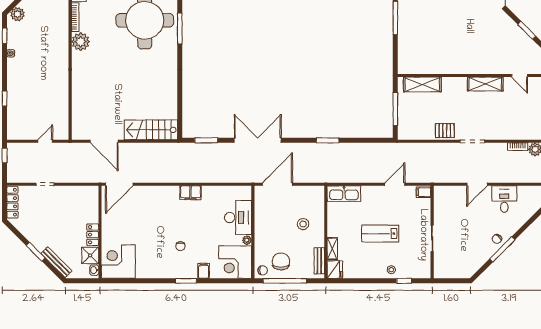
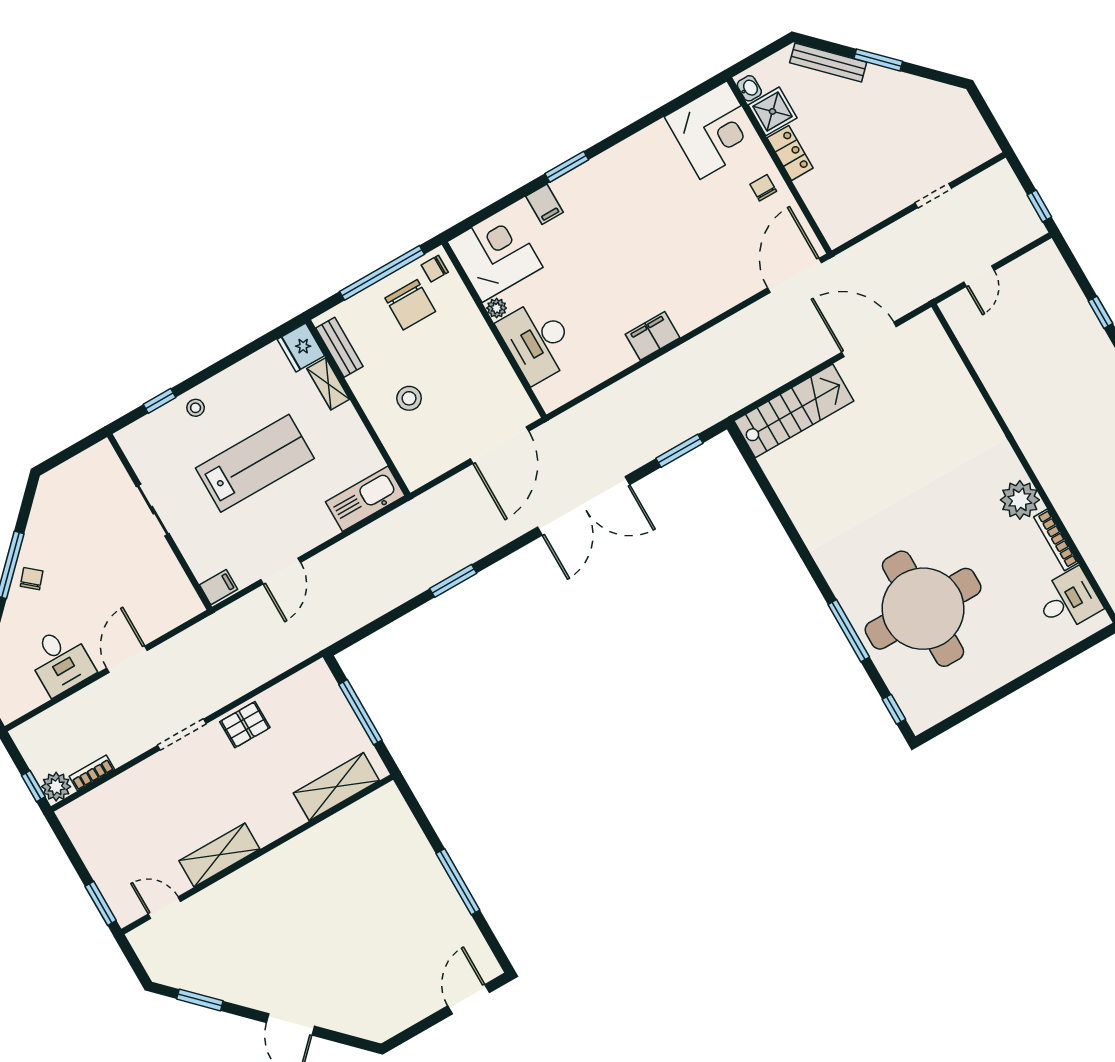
locker: (12, 202) -> (975, 127), removed
lab bench: (380, 234) -> (255, 463), width x1.36, depth x1.39
chair: (180, 246) -> (763, 188), moved

